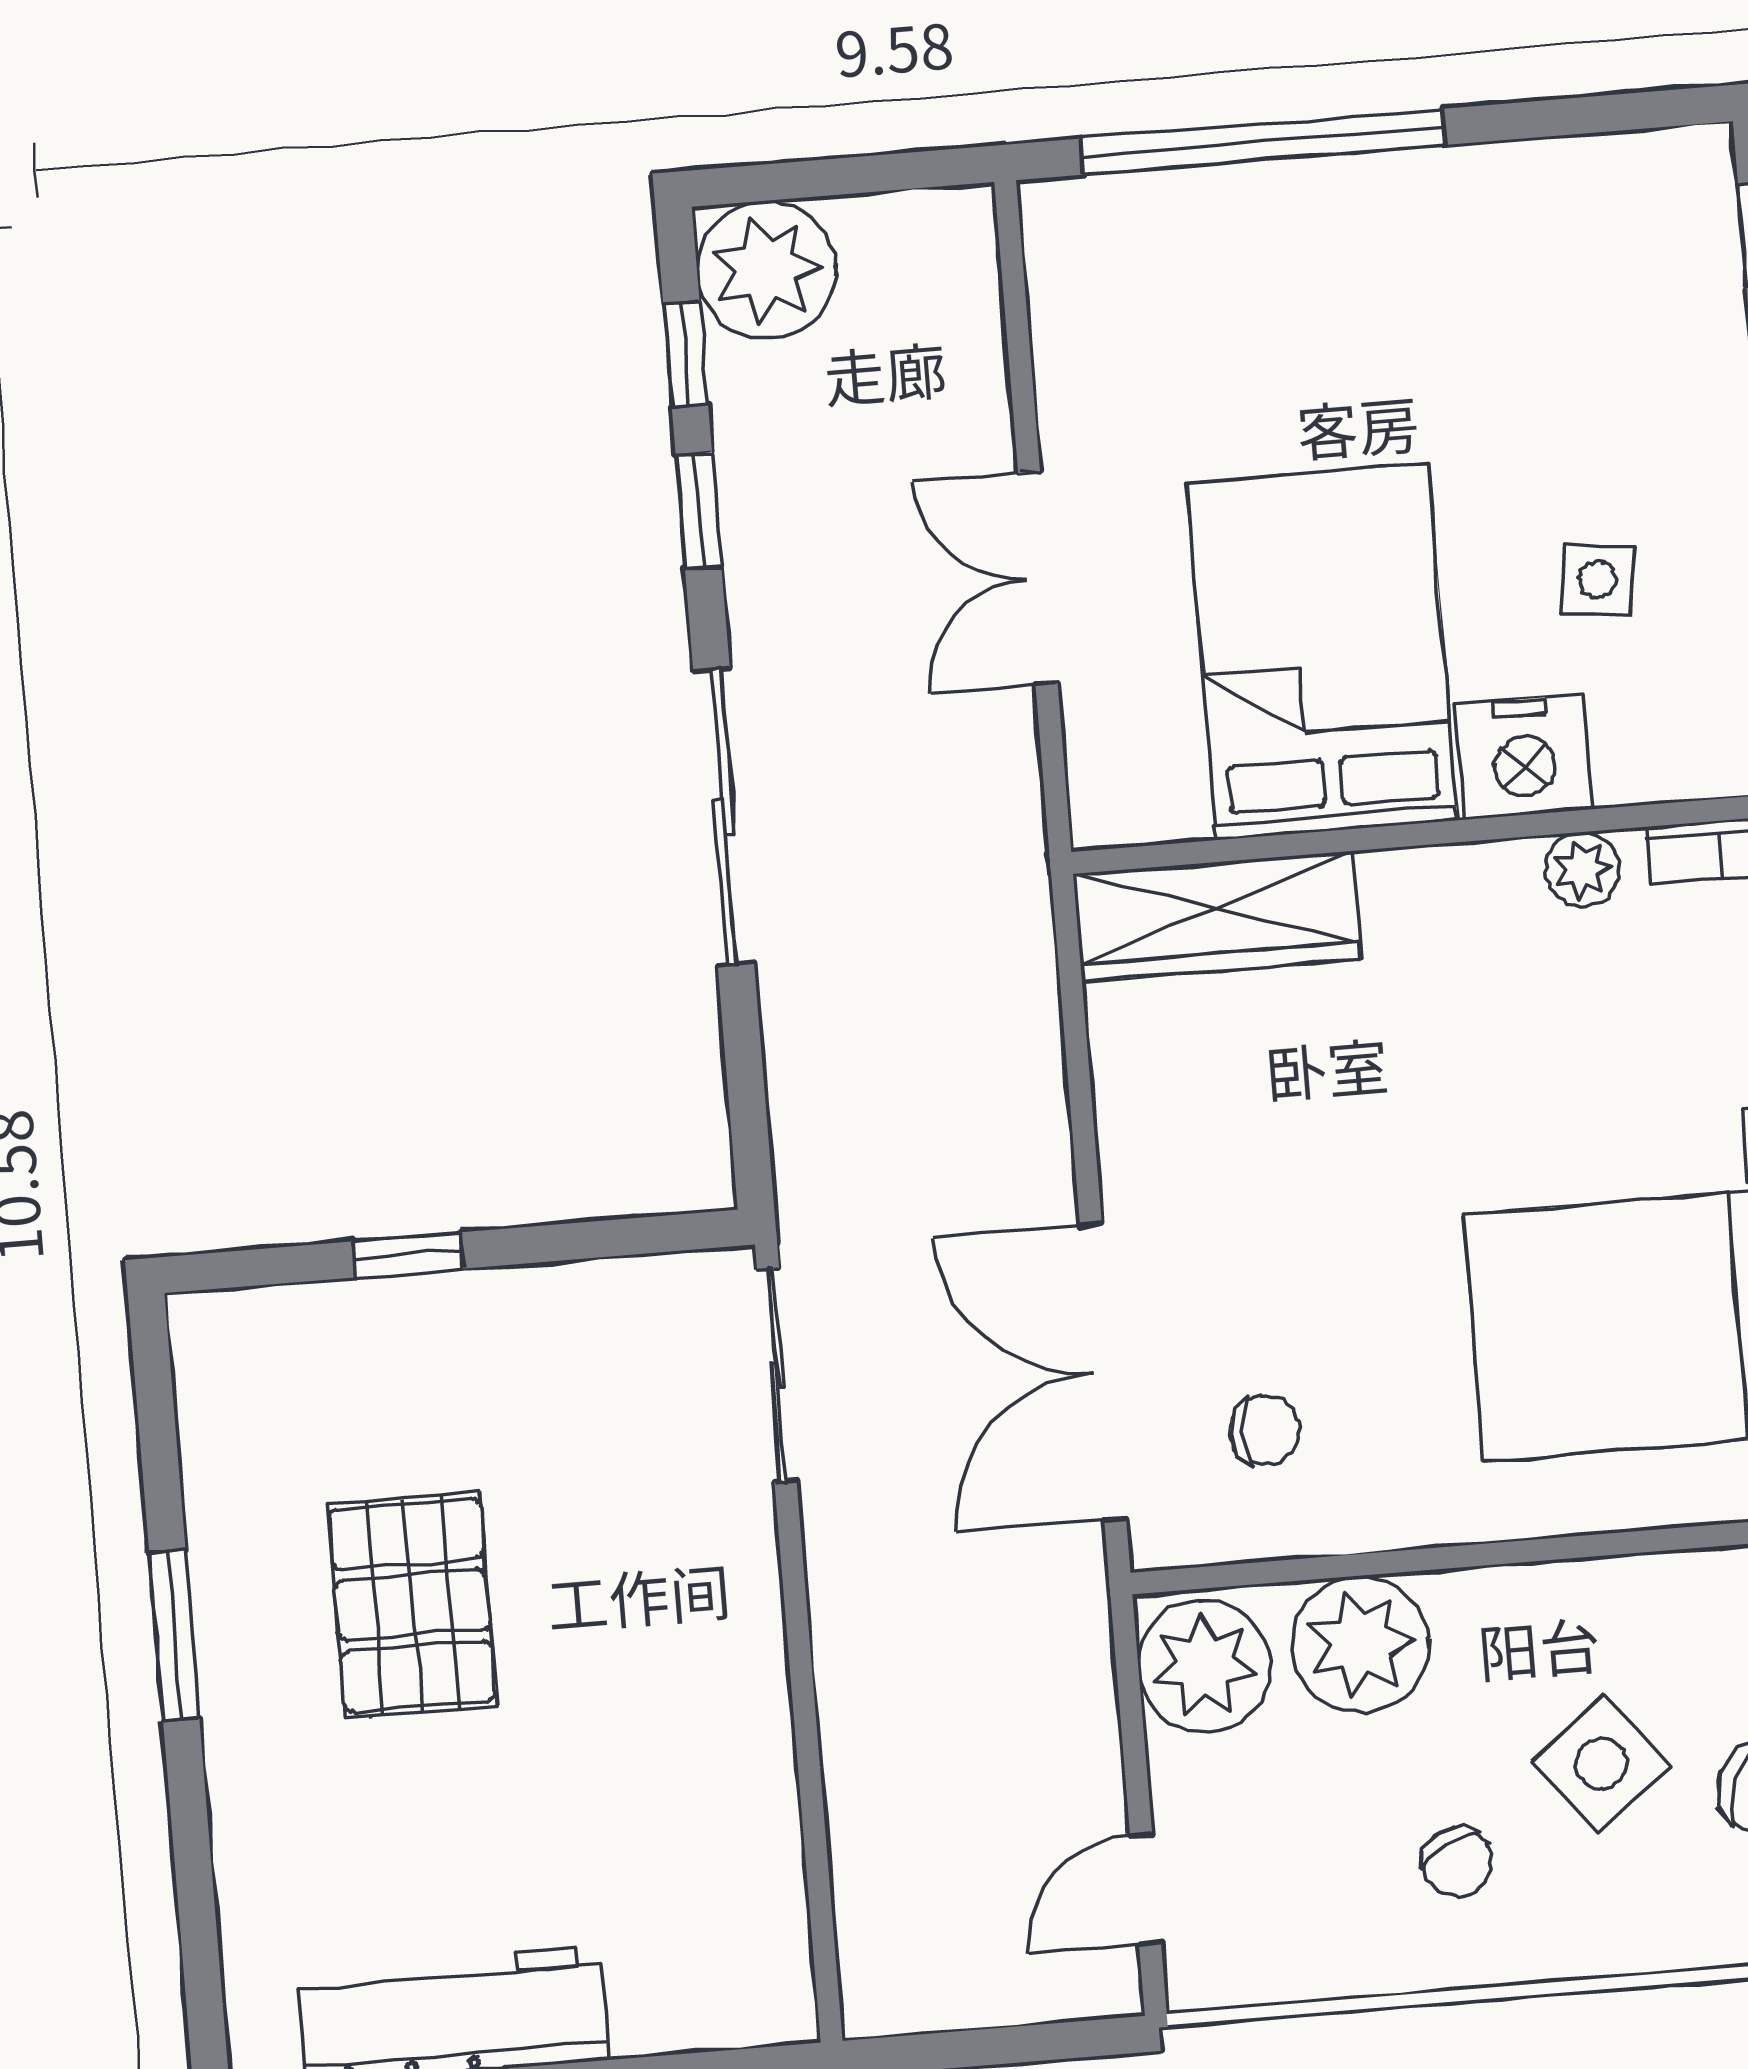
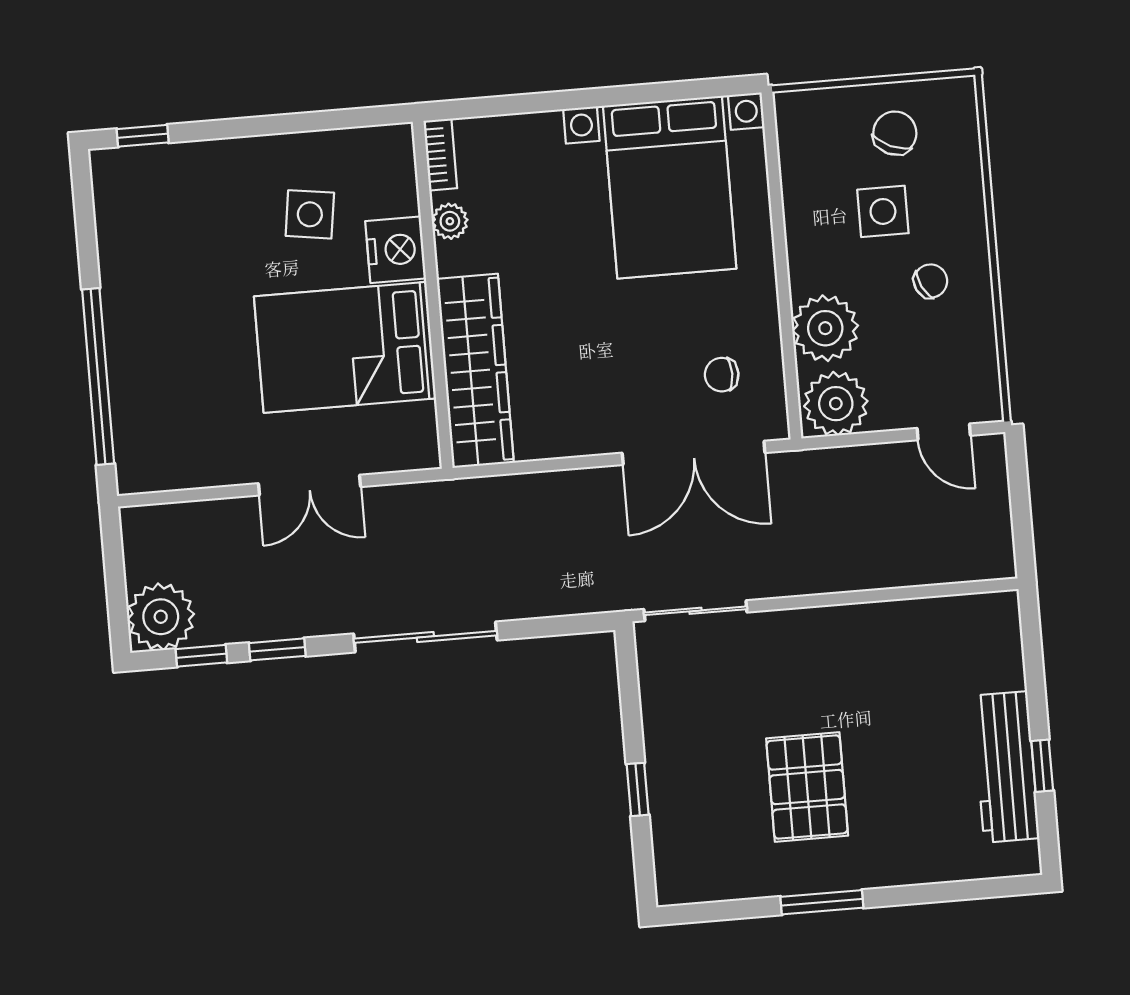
side table: (1597, 580) -> (310, 214), width x1.37, depth x1.37
wardrobe: (1217, 916) -> (475, 371), width x1.40, depth x1.17
chair: (1265, 1430) -> (722, 375), turned -89
pallet: (412, 1605) -> (807, 787), turned 90
side table: (1601, 1764) -> (883, 211), turned 38

